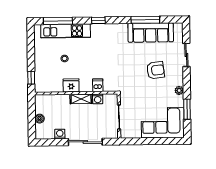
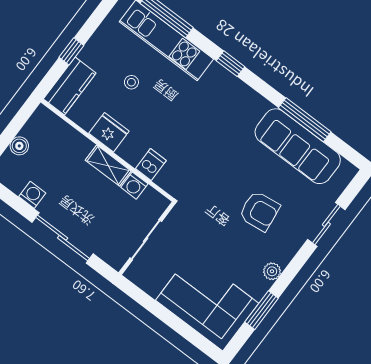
window: (31, 78) -> (71, 51), moved
kitchen counter: (41, 79) -> (70, 86), added

